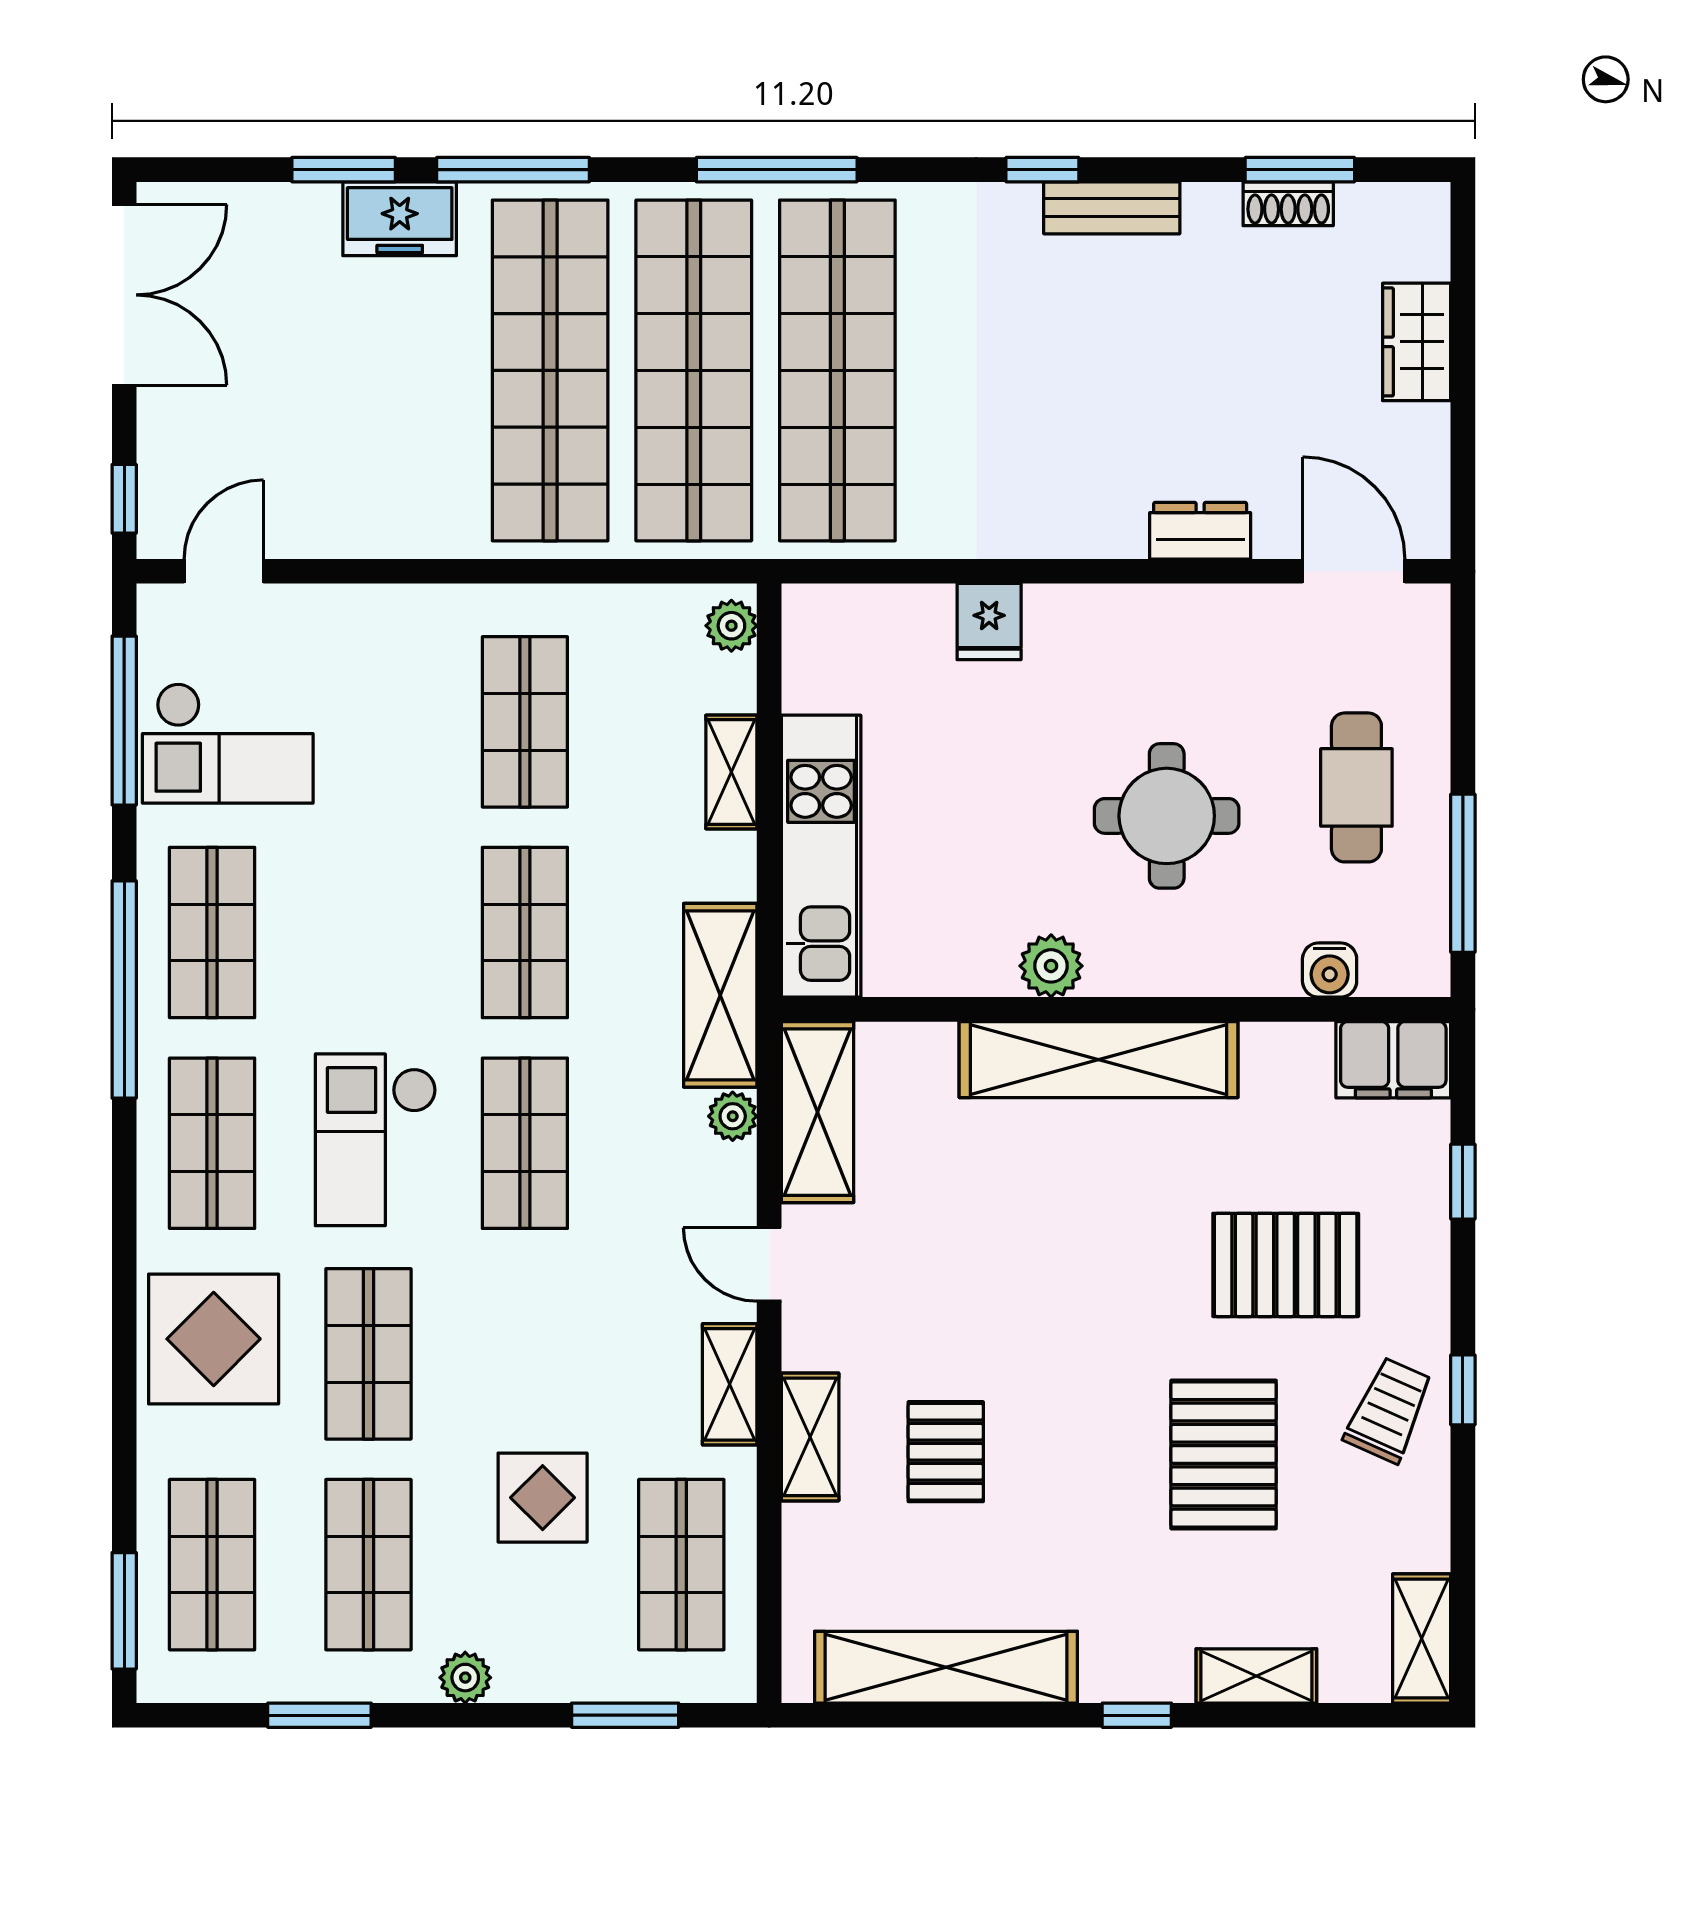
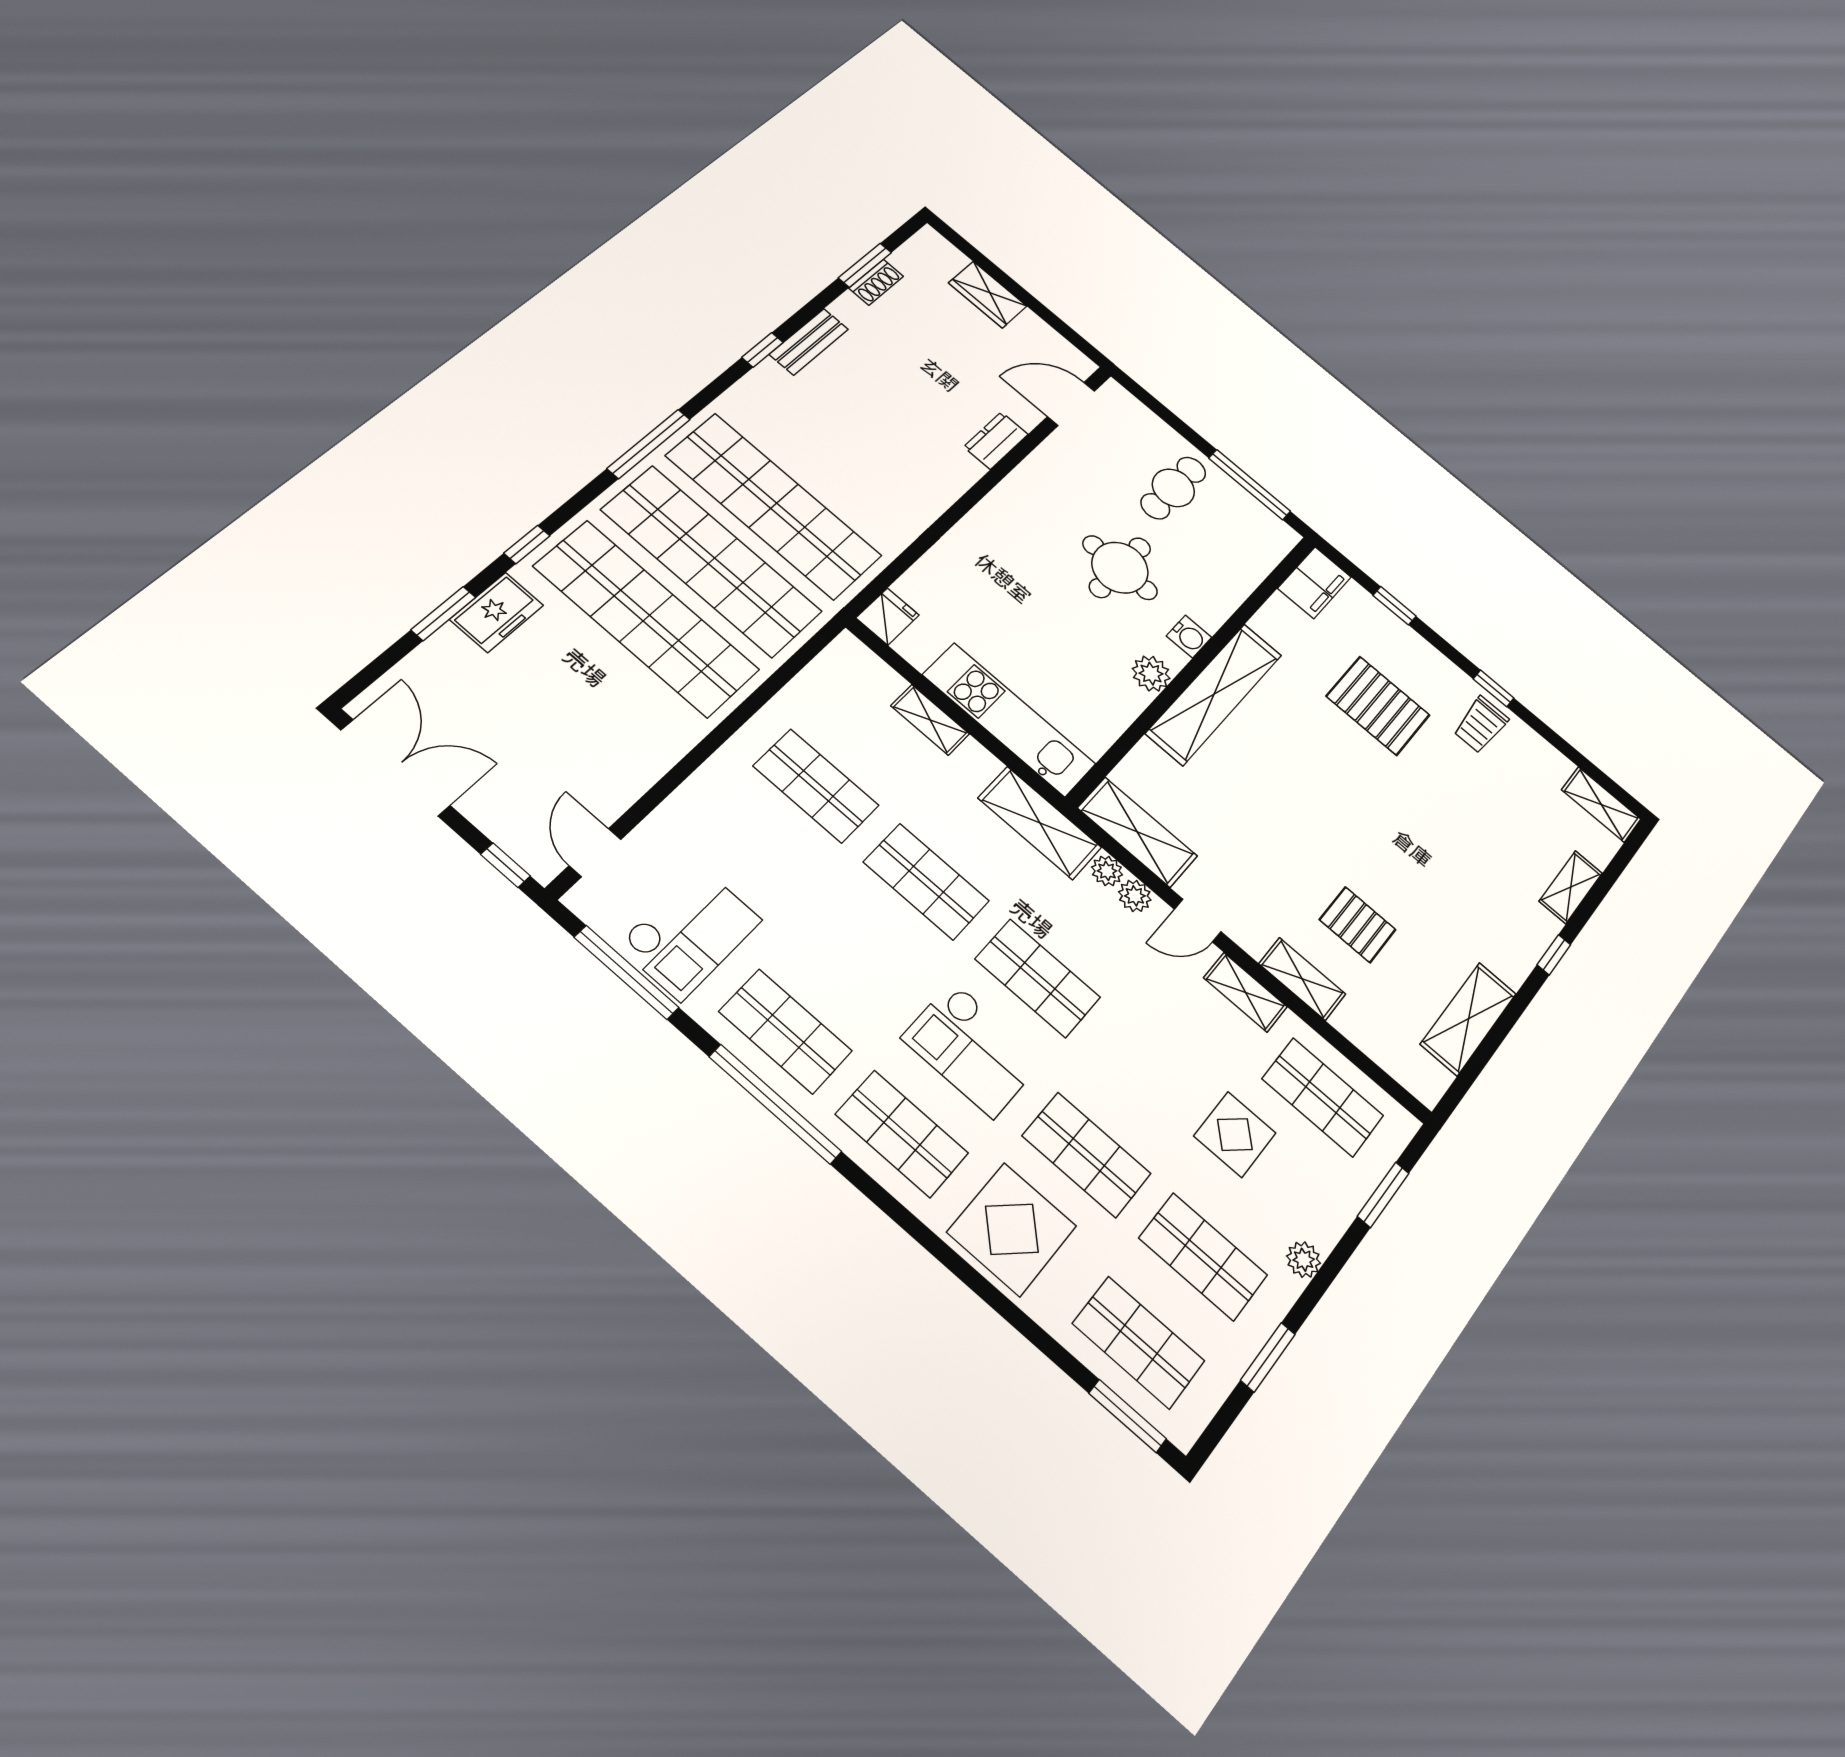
window: (513, 170) -> (527, 545), width x0.46
fridge: (989, 622) -> (888, 617), moved, turned -90
plant: (731, 626) -> (1135, 896), moved
cafe table: (1356, 787) -> (1173, 488), turned 90
water cooler: (1330, 970) -> (1189, 637), moved
pallet: (1286, 1265) -> (1378, 706), turned 90
trolley: (1389, 1410) -> (1481, 725), turned -114
pallet: (1224, 1454) -> (1451, 808), removed
shelving: (946, 1667) -> (1468, 1019), width x0.68

